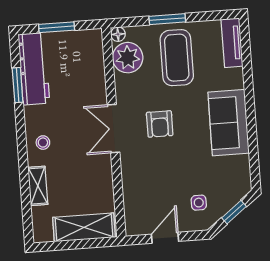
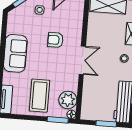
window: (167, 19) -> (58, 120), moved
armchair: (160, 124) -> (55, 40), moved, turned -90

